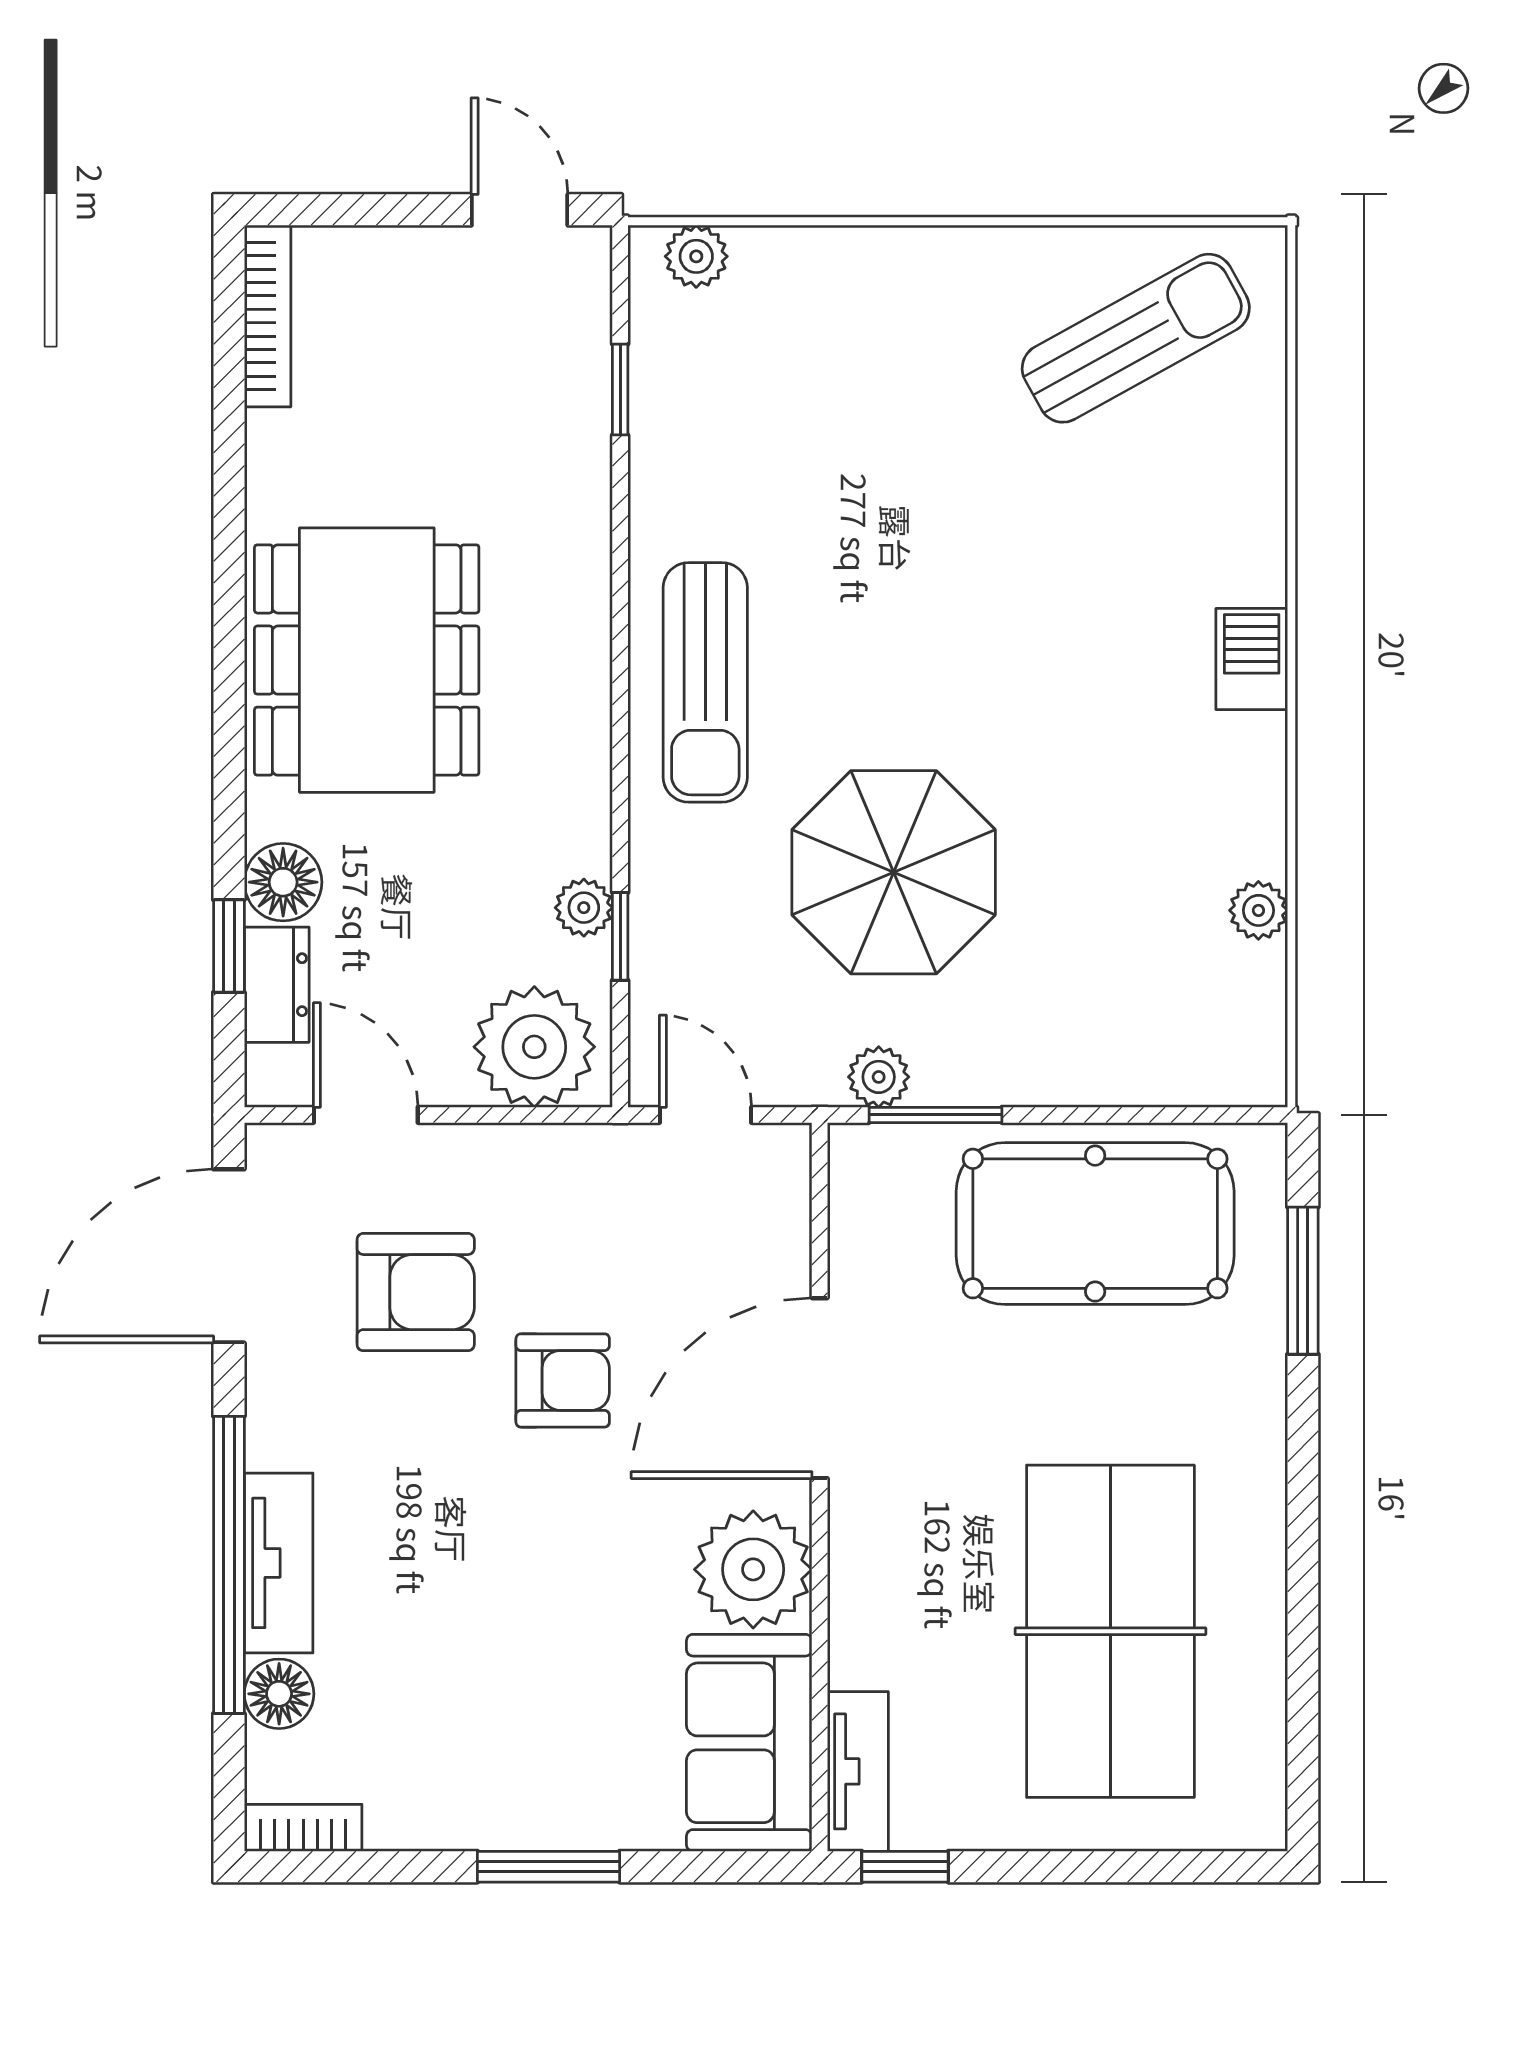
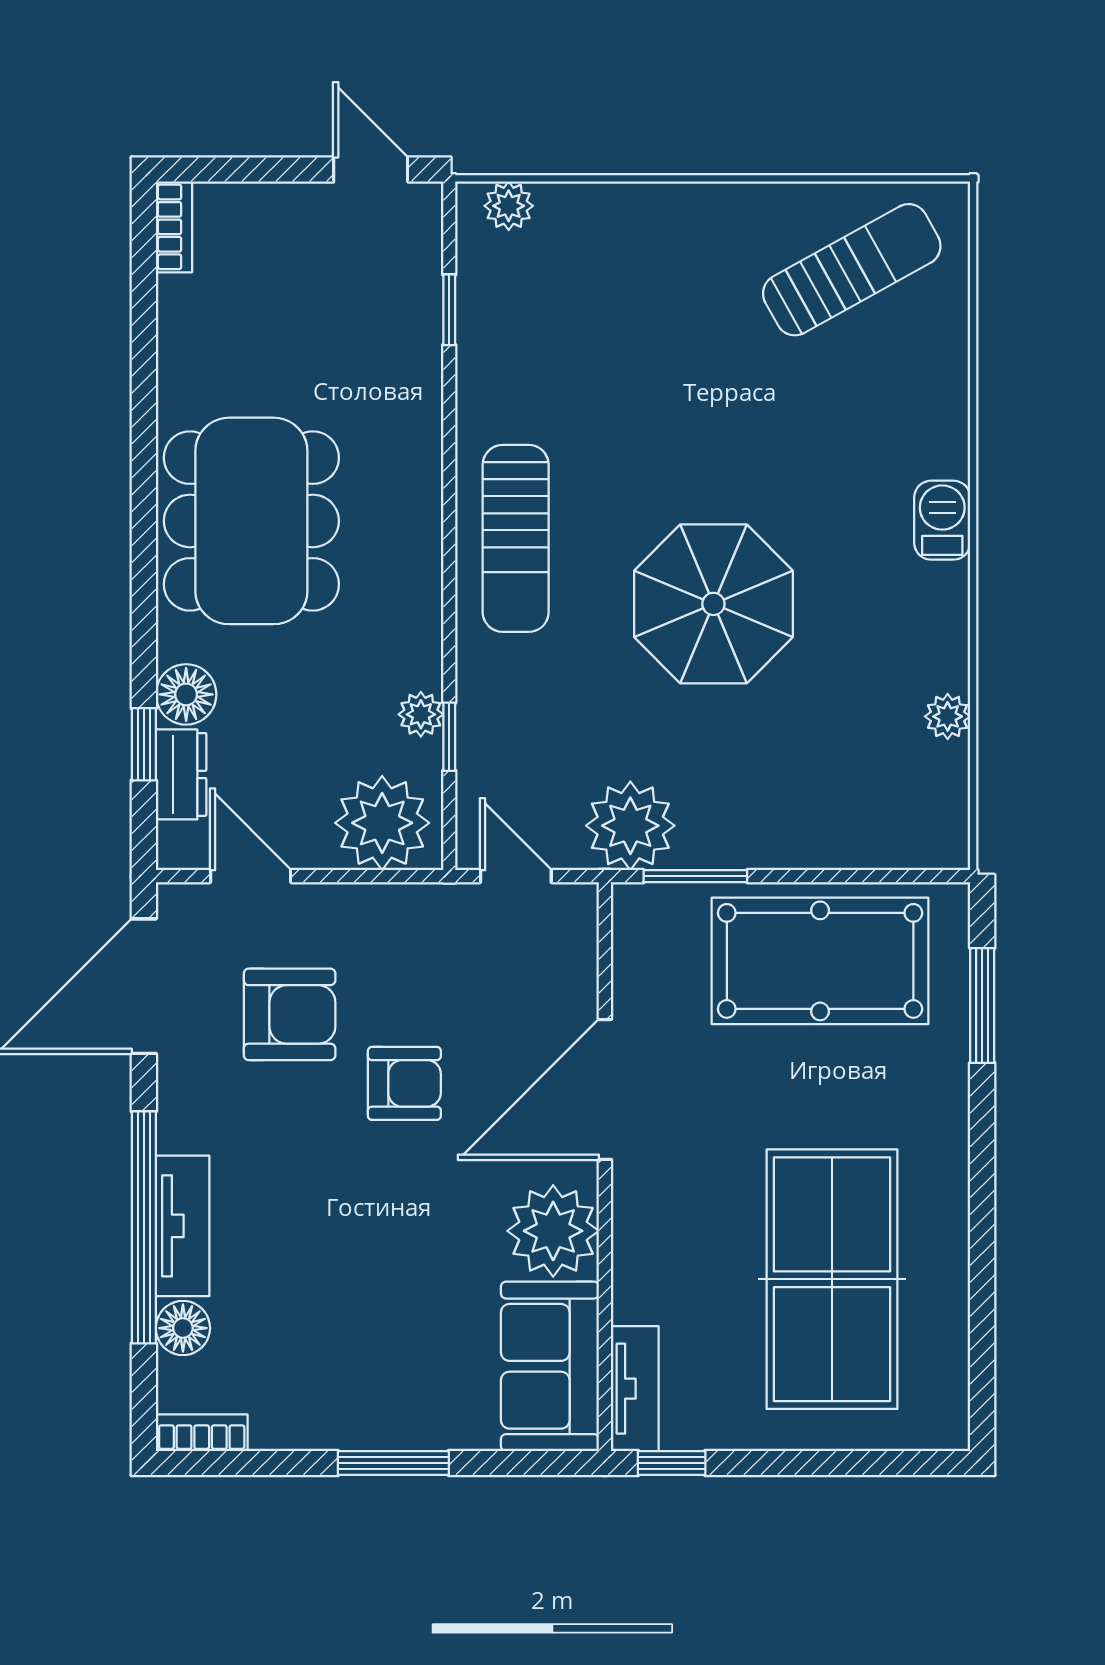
bookcase: (268, 316) -> (174, 227), width x0.64
parasol: (894, 872) -> (713, 604), moved
plant: (879, 1077) -> (630, 826), width x1.88, depth x1.88

